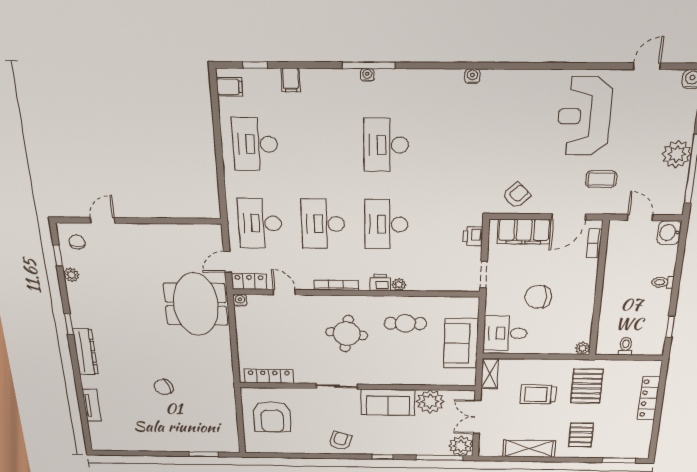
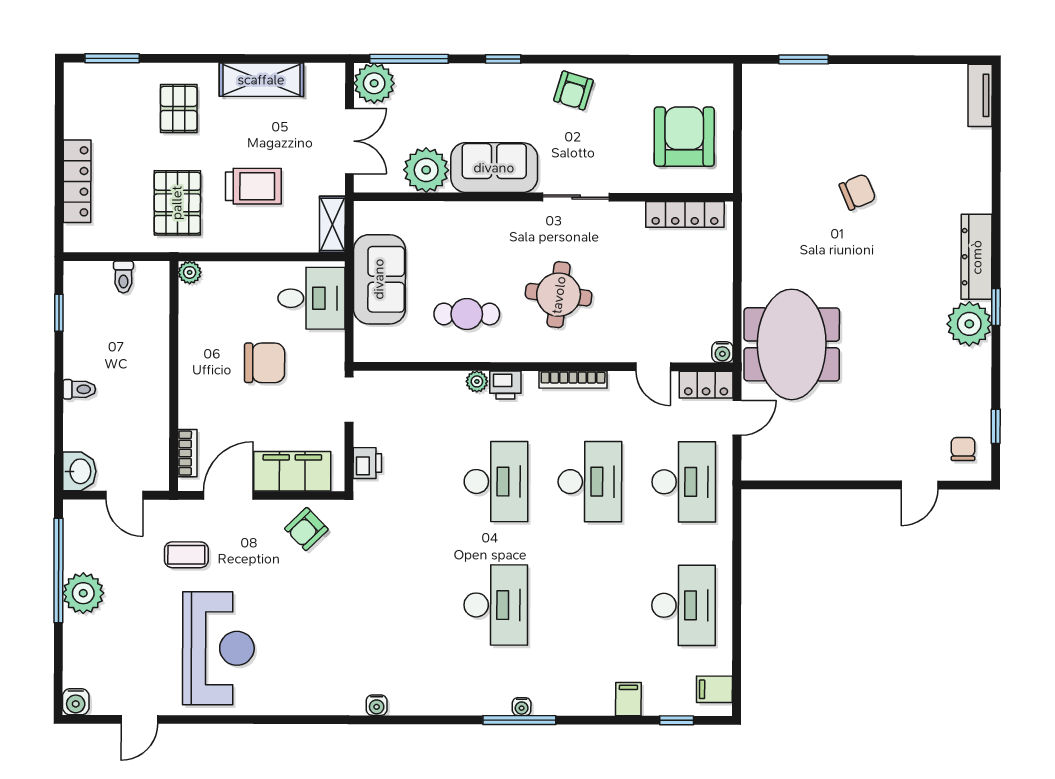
chair: (77, 242) -> (963, 449), turned 180
plant: (71, 275) -> (969, 324), moved, width x1.88, depth x1.88
tv unit: (92, 405) -> (980, 95), moved

